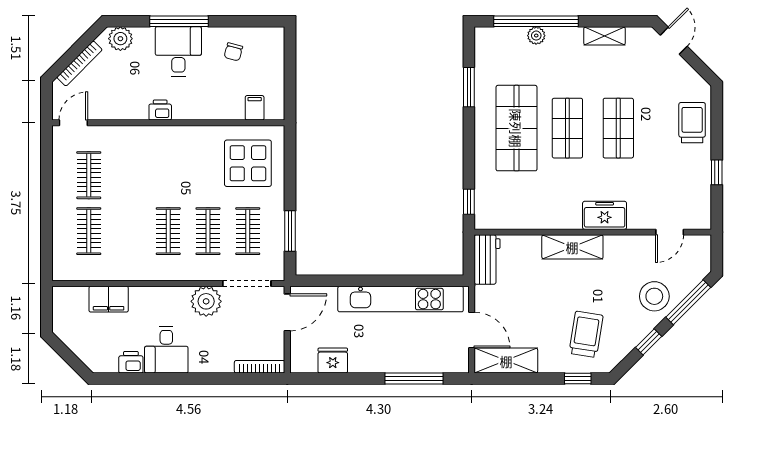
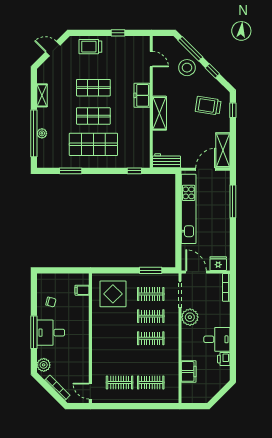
door: (674, 41) -> (53, 49), moved
printer: (160, 110) -> (83, 343), removed
fridge: (333, 361) -> (218, 264), moved, turned 90

